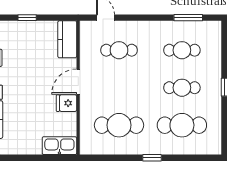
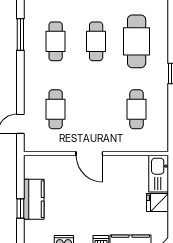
kitchen counter: (67, 39) -> (34, 199), moved, turned -90
fridge: (67, 103) -> (158, 202), moved, turned 90
cafe table: (119, 125) -> (137, 109), width x0.73, depth x0.74

